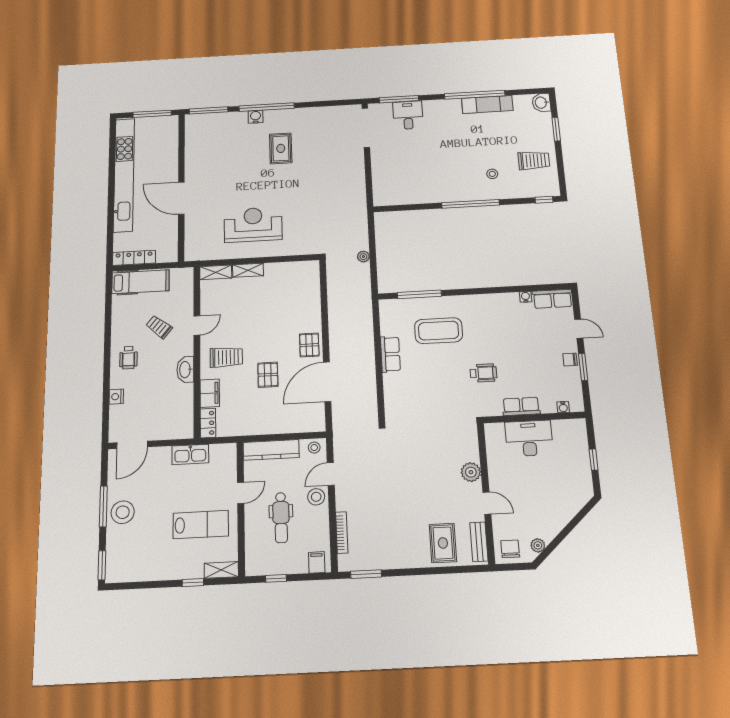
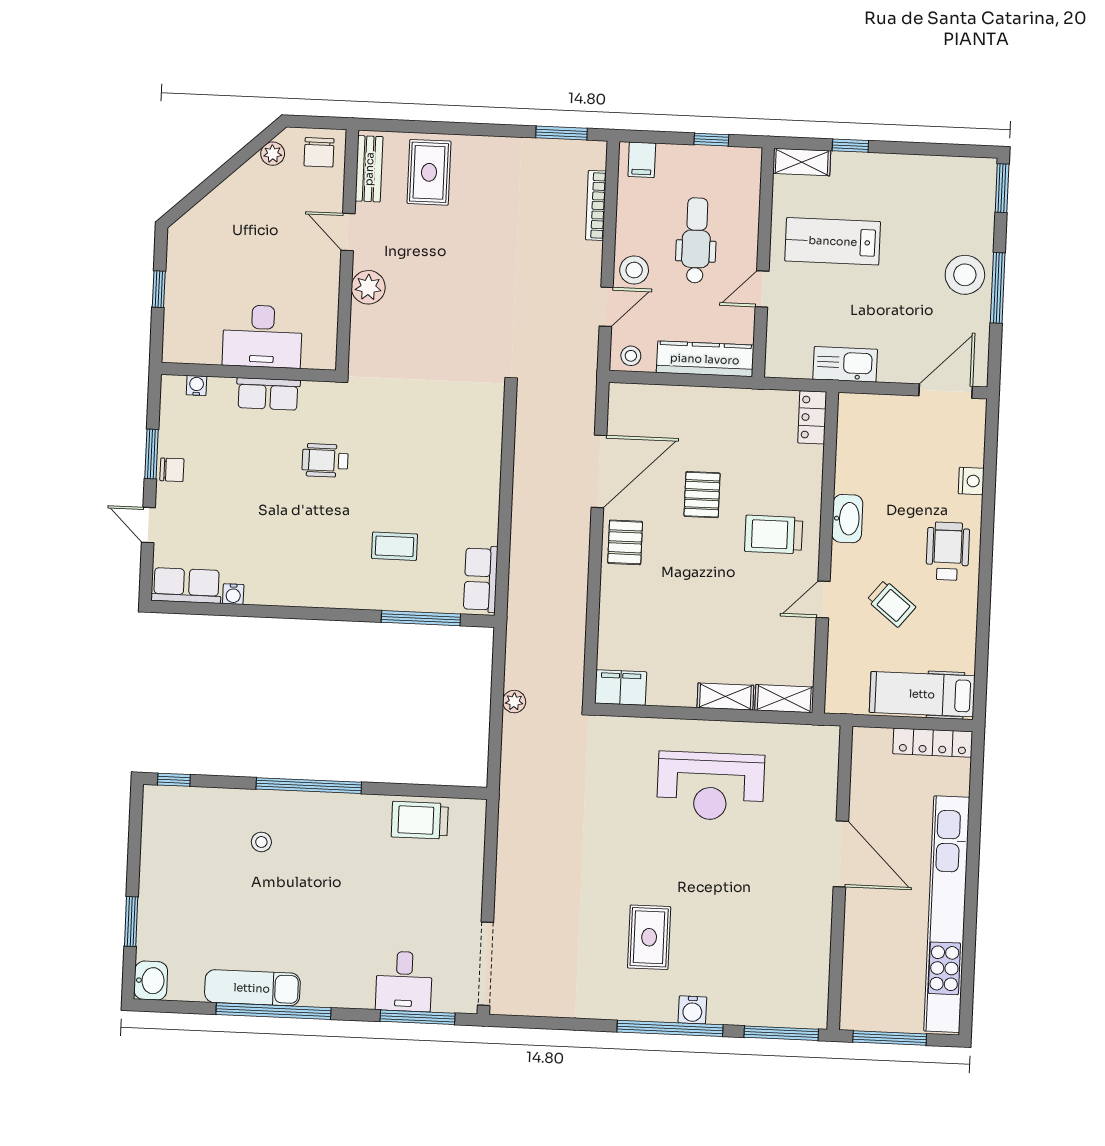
trolley: (534, 160) -> (420, 820), moved
coffee table: (439, 331) -> (395, 546), width x0.54, depth x0.58
row of seats: (390, 354) -> (481, 579), moved
wheelchair: (128, 358) -> (948, 551), width x1.36, depth x1.37
filing cabinet: (210, 393) -> (621, 688), moved, turned 90

